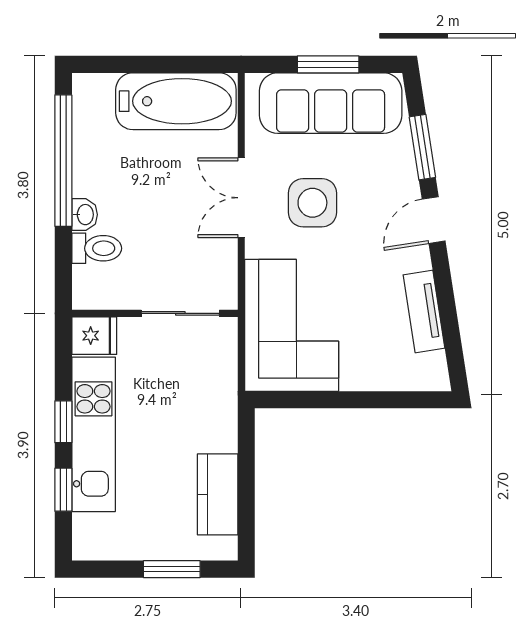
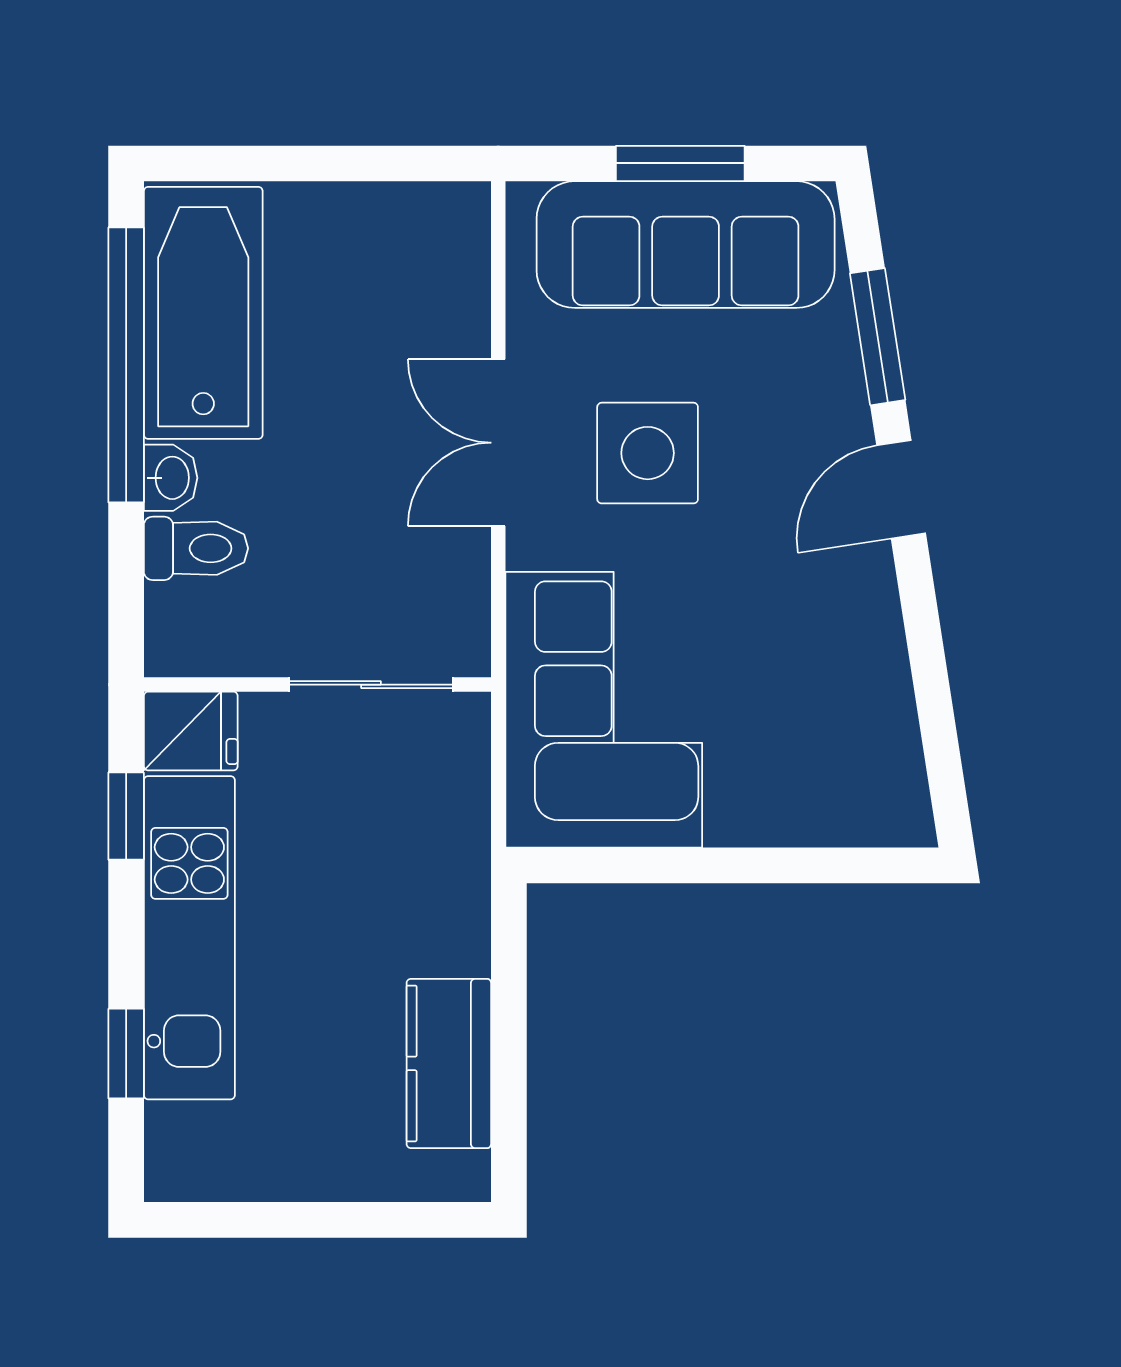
bathtub: (176, 101) -> (203, 313), moved, turned -90
tv unit: (424, 311) -> (881, 681), removed
window: (63, 422) -> (126, 816), moved
window: (172, 569) -> (353, 1220), removed

